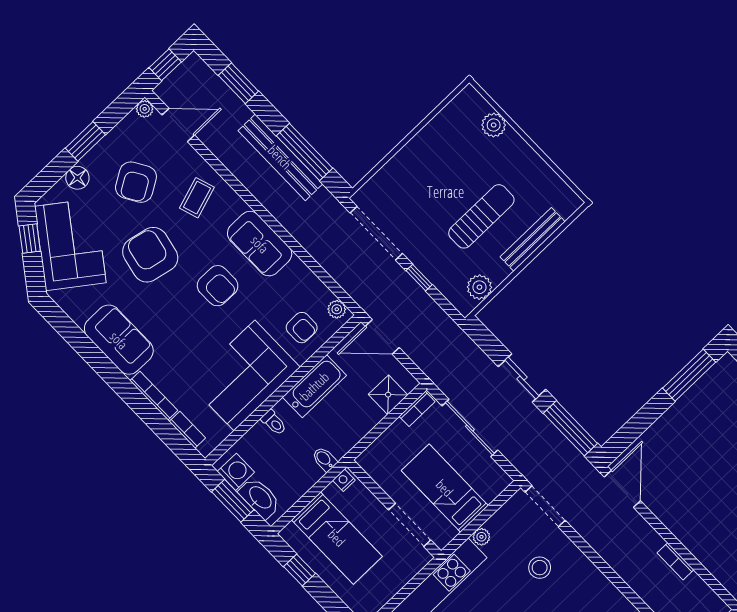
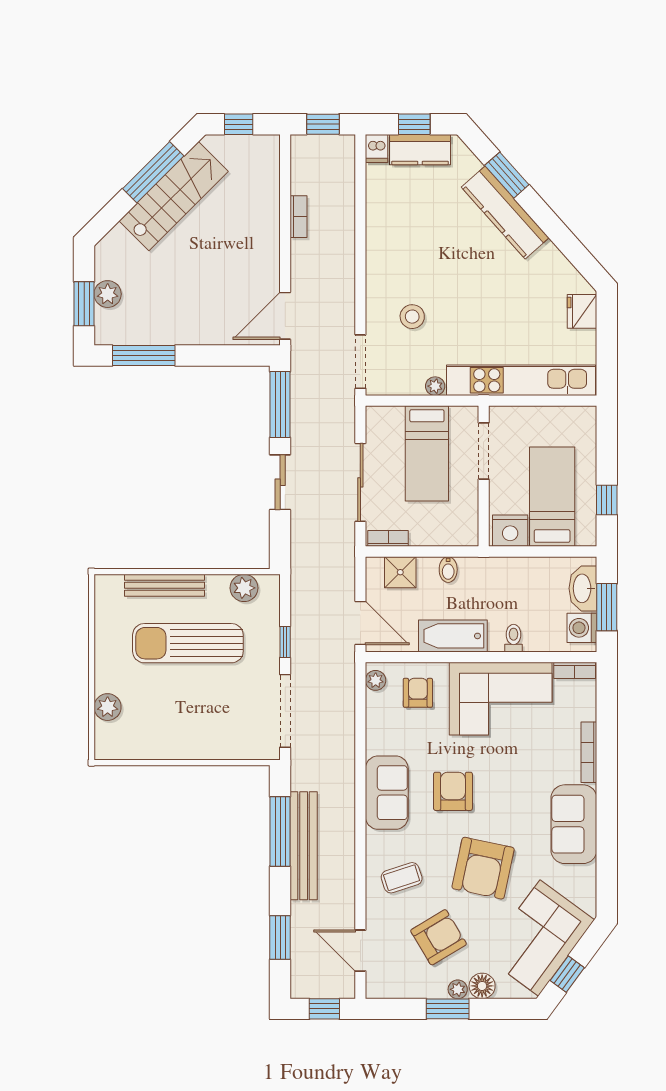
plant: (145, 109) -> (458, 989), moved
sun lounger: (481, 216) -> (188, 643), width x1.36, depth x1.34
bookcase: (187, 430) -> (575, 670), moved, turned -90
bidet: (324, 459) -> (448, 570), moved
nightstand: (344, 480) -> (510, 531), width x1.89, depth x1.79

